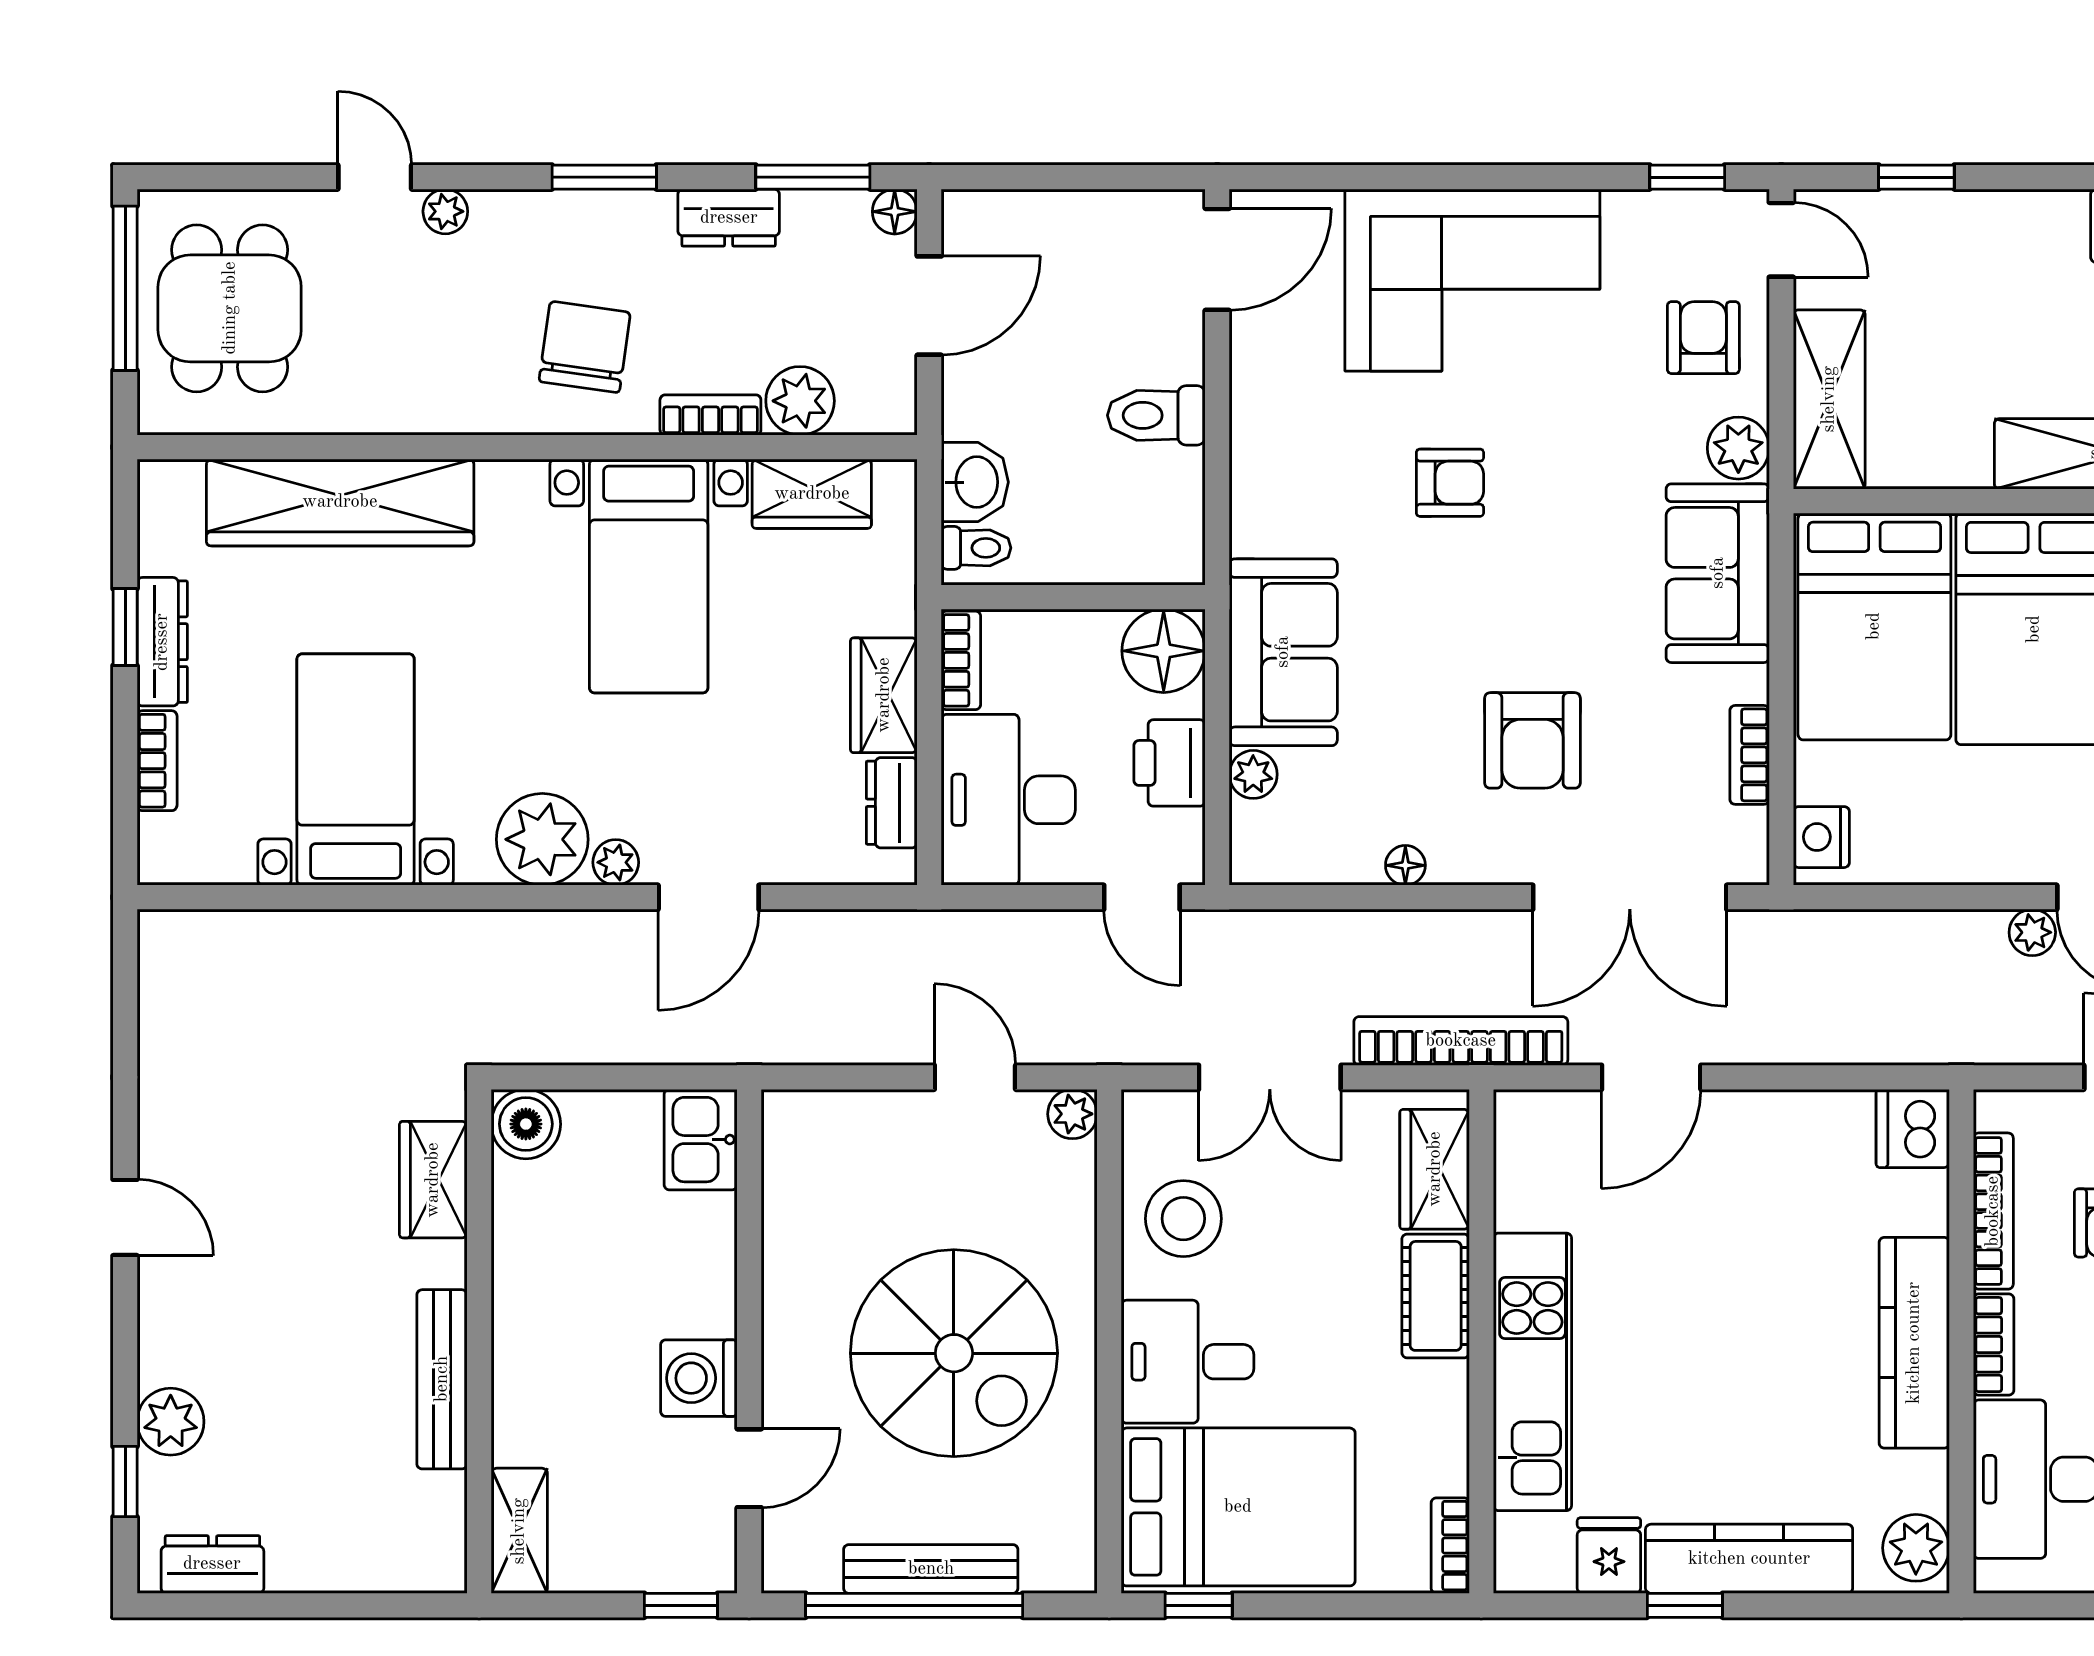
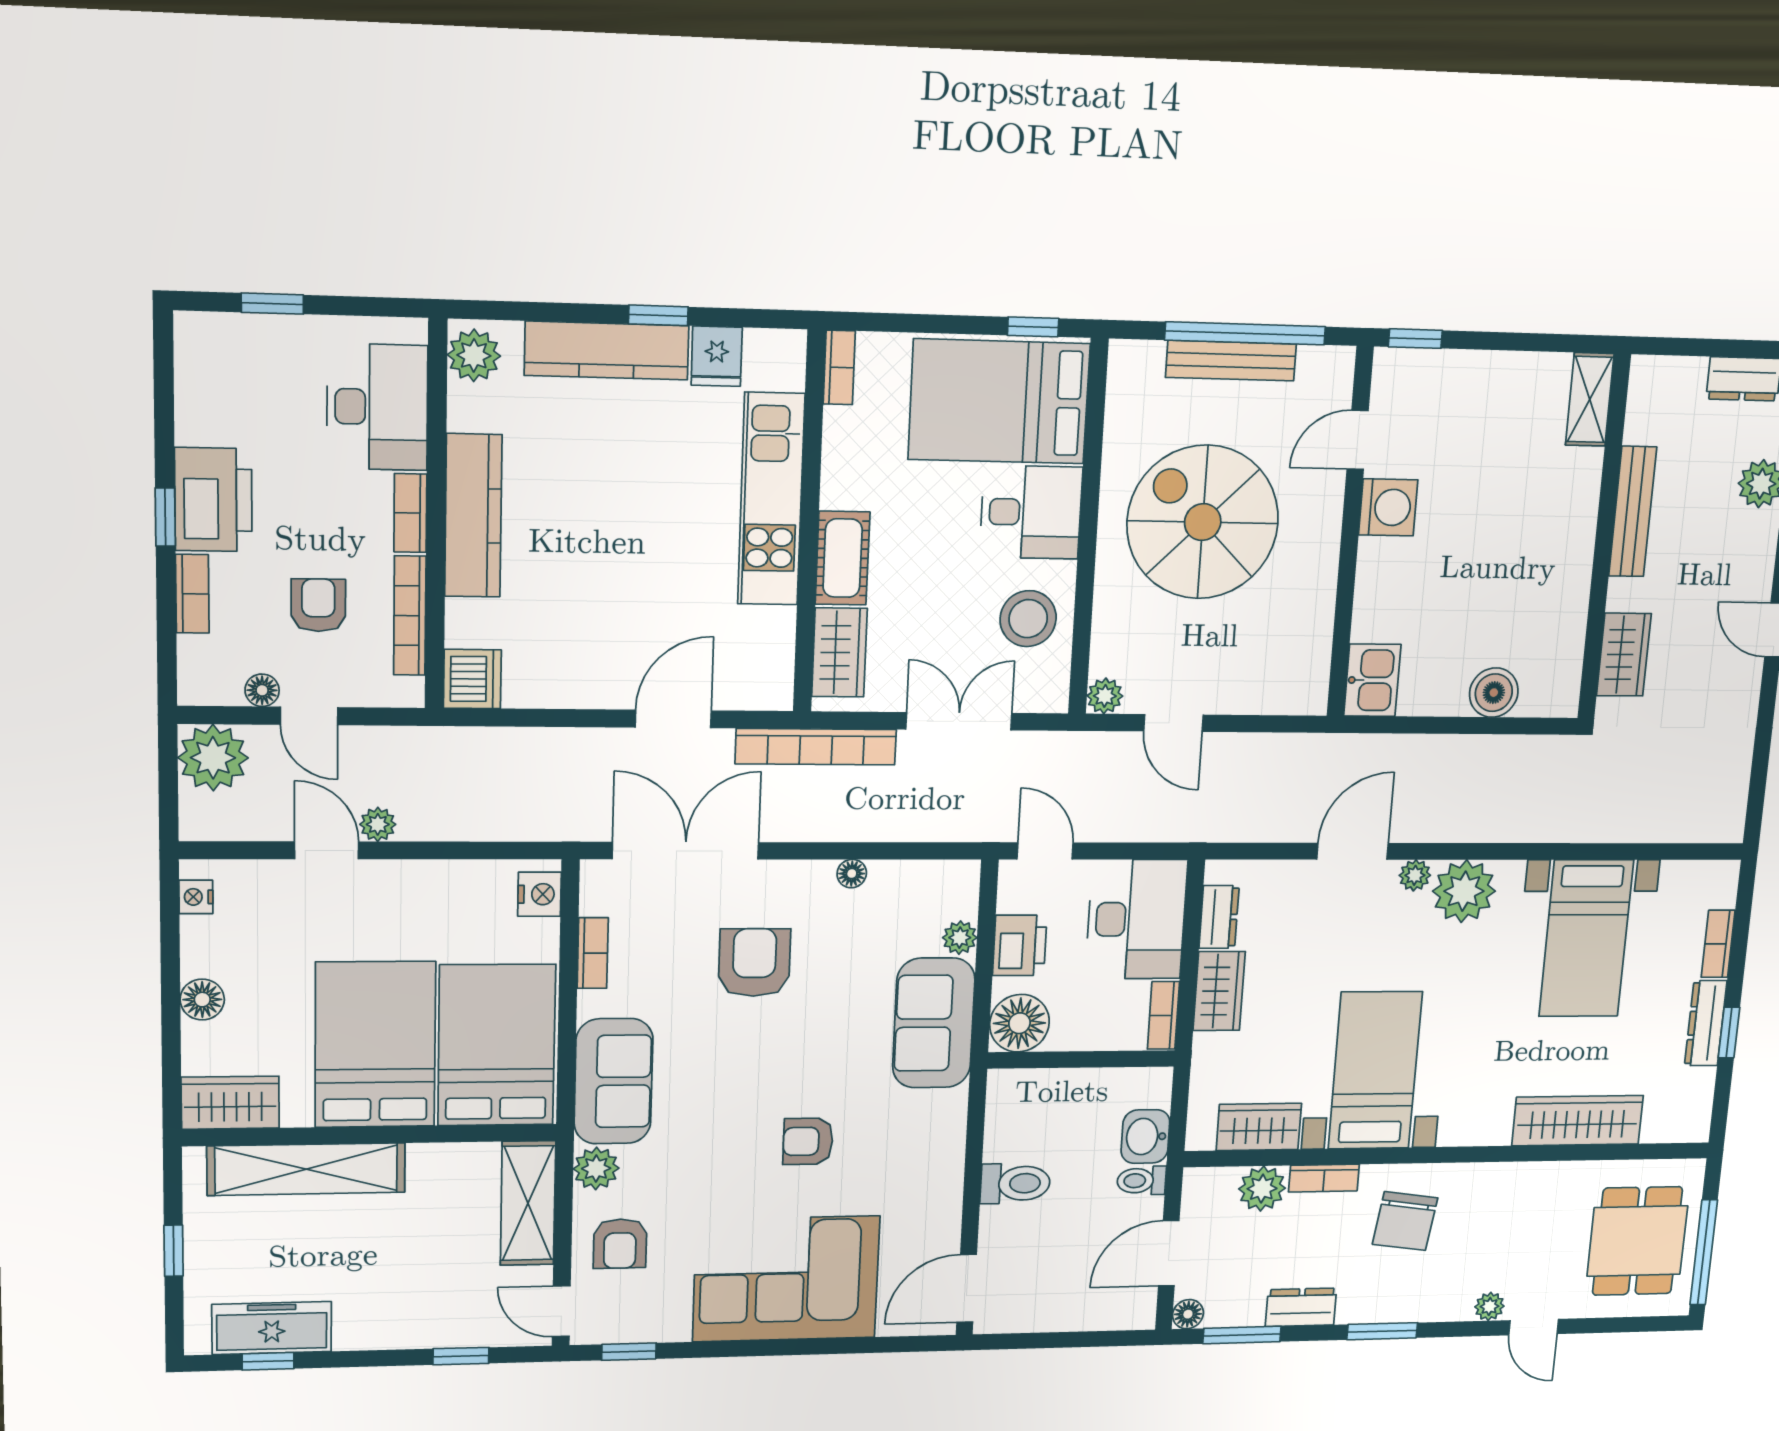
wardrobe: (340, 502) -> (1578, 1121), width x0.71, depth x0.85
toilet: (976, 548) -> (1141, 1181), moved
wardrobe: (433, 1180) -> (1624, 655), moved
wall: (479, 1341) -> (1604, 539), moved
bench: (442, 1379) -> (1633, 512), moved
shelving: (519, 1531) -> (1590, 399), moved

